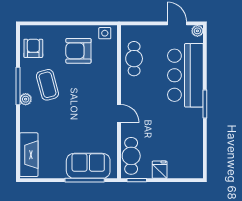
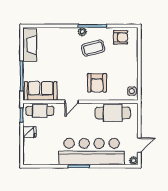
armchair: (78, 51) -> (97, 83), moved, turned 180
cafe table: (134, 59) -> (113, 113), width x1.37, depth x1.35
bar counter: (185, 75) -> (92, 152), width x1.36
fireplace: (29, 155) -> (30, 45), moved, turned -90
sofa: (88, 166) -> (41, 91), moved, turned -90

